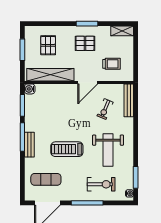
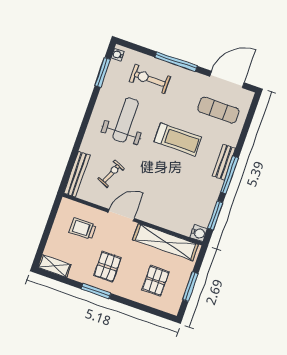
pallet: (85, 43) -> (107, 267), turned 90

